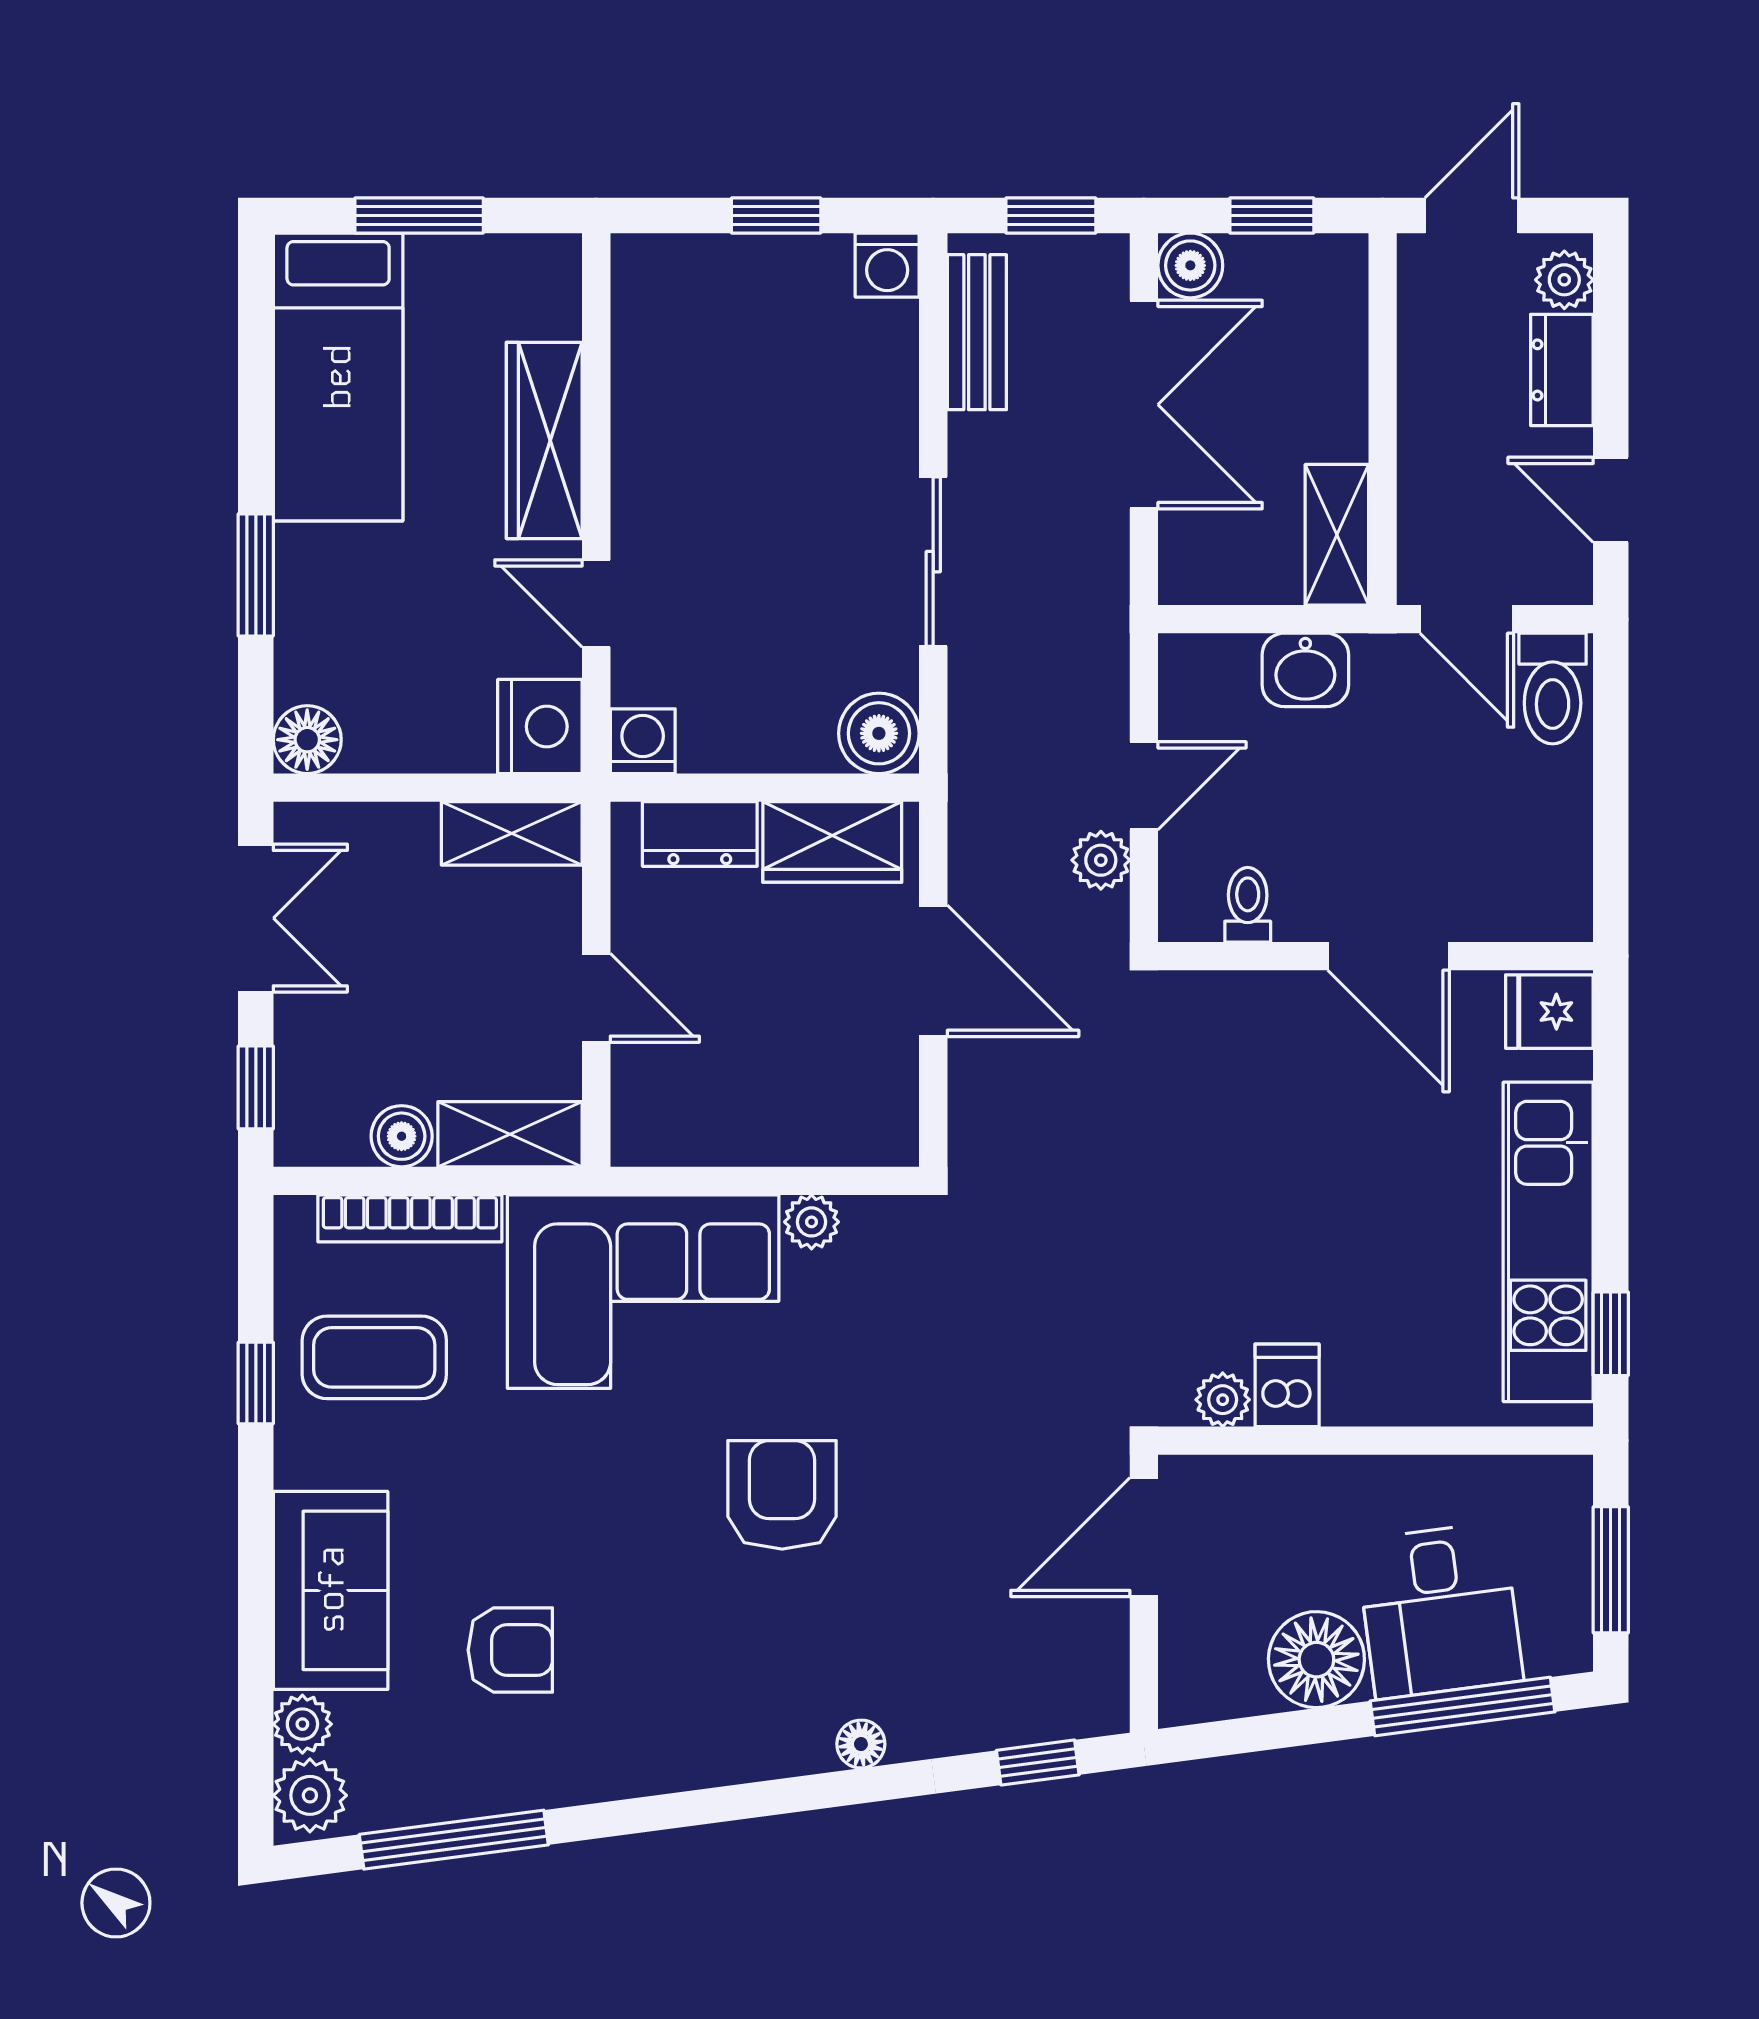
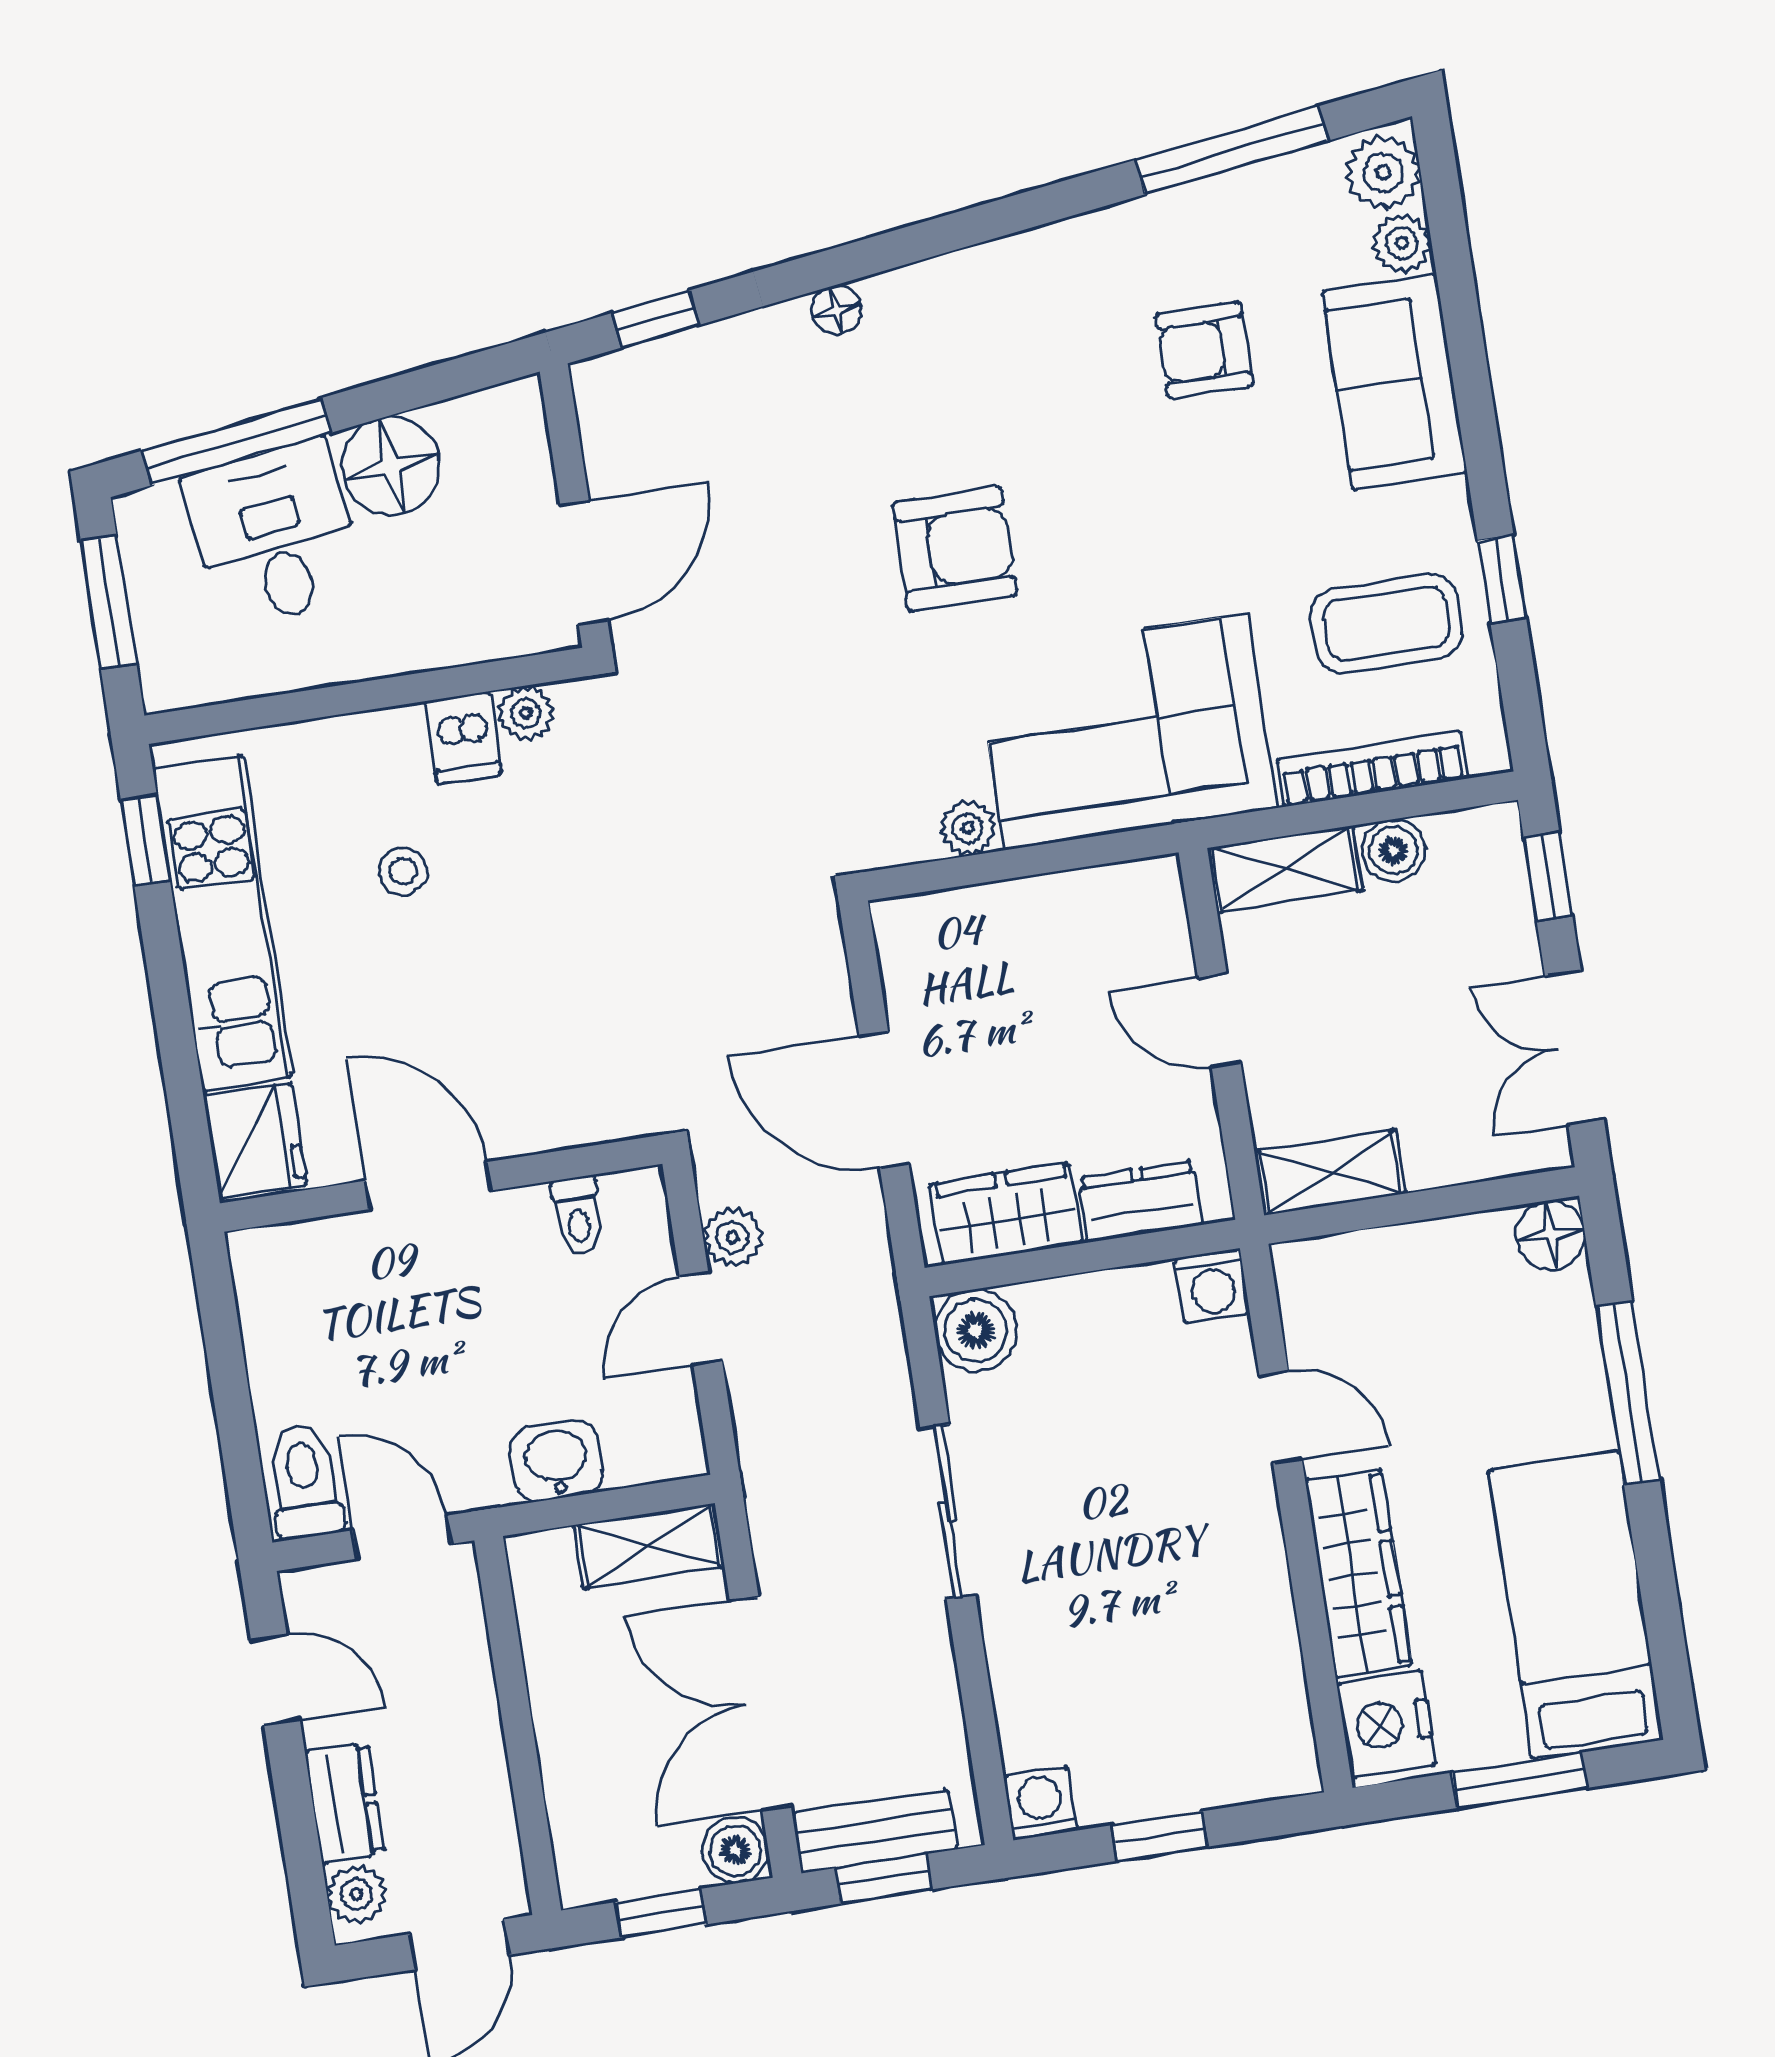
bench: (977, 332) -> (875, 1831), moved, turned 90
shelving: (1337, 535) -> (649, 1546), moved, turned 90
window: (256, 575) -> (1628, 1393), width x1.44
nightstand: (540, 727) -> (1386, 1724), moved
fridge: (1549, 1012) -> (255, 1141), width x1.38
stool: (1365, 1265) -> (403, 871), added
armchair: (782, 1495) -> (955, 549), turned -90

